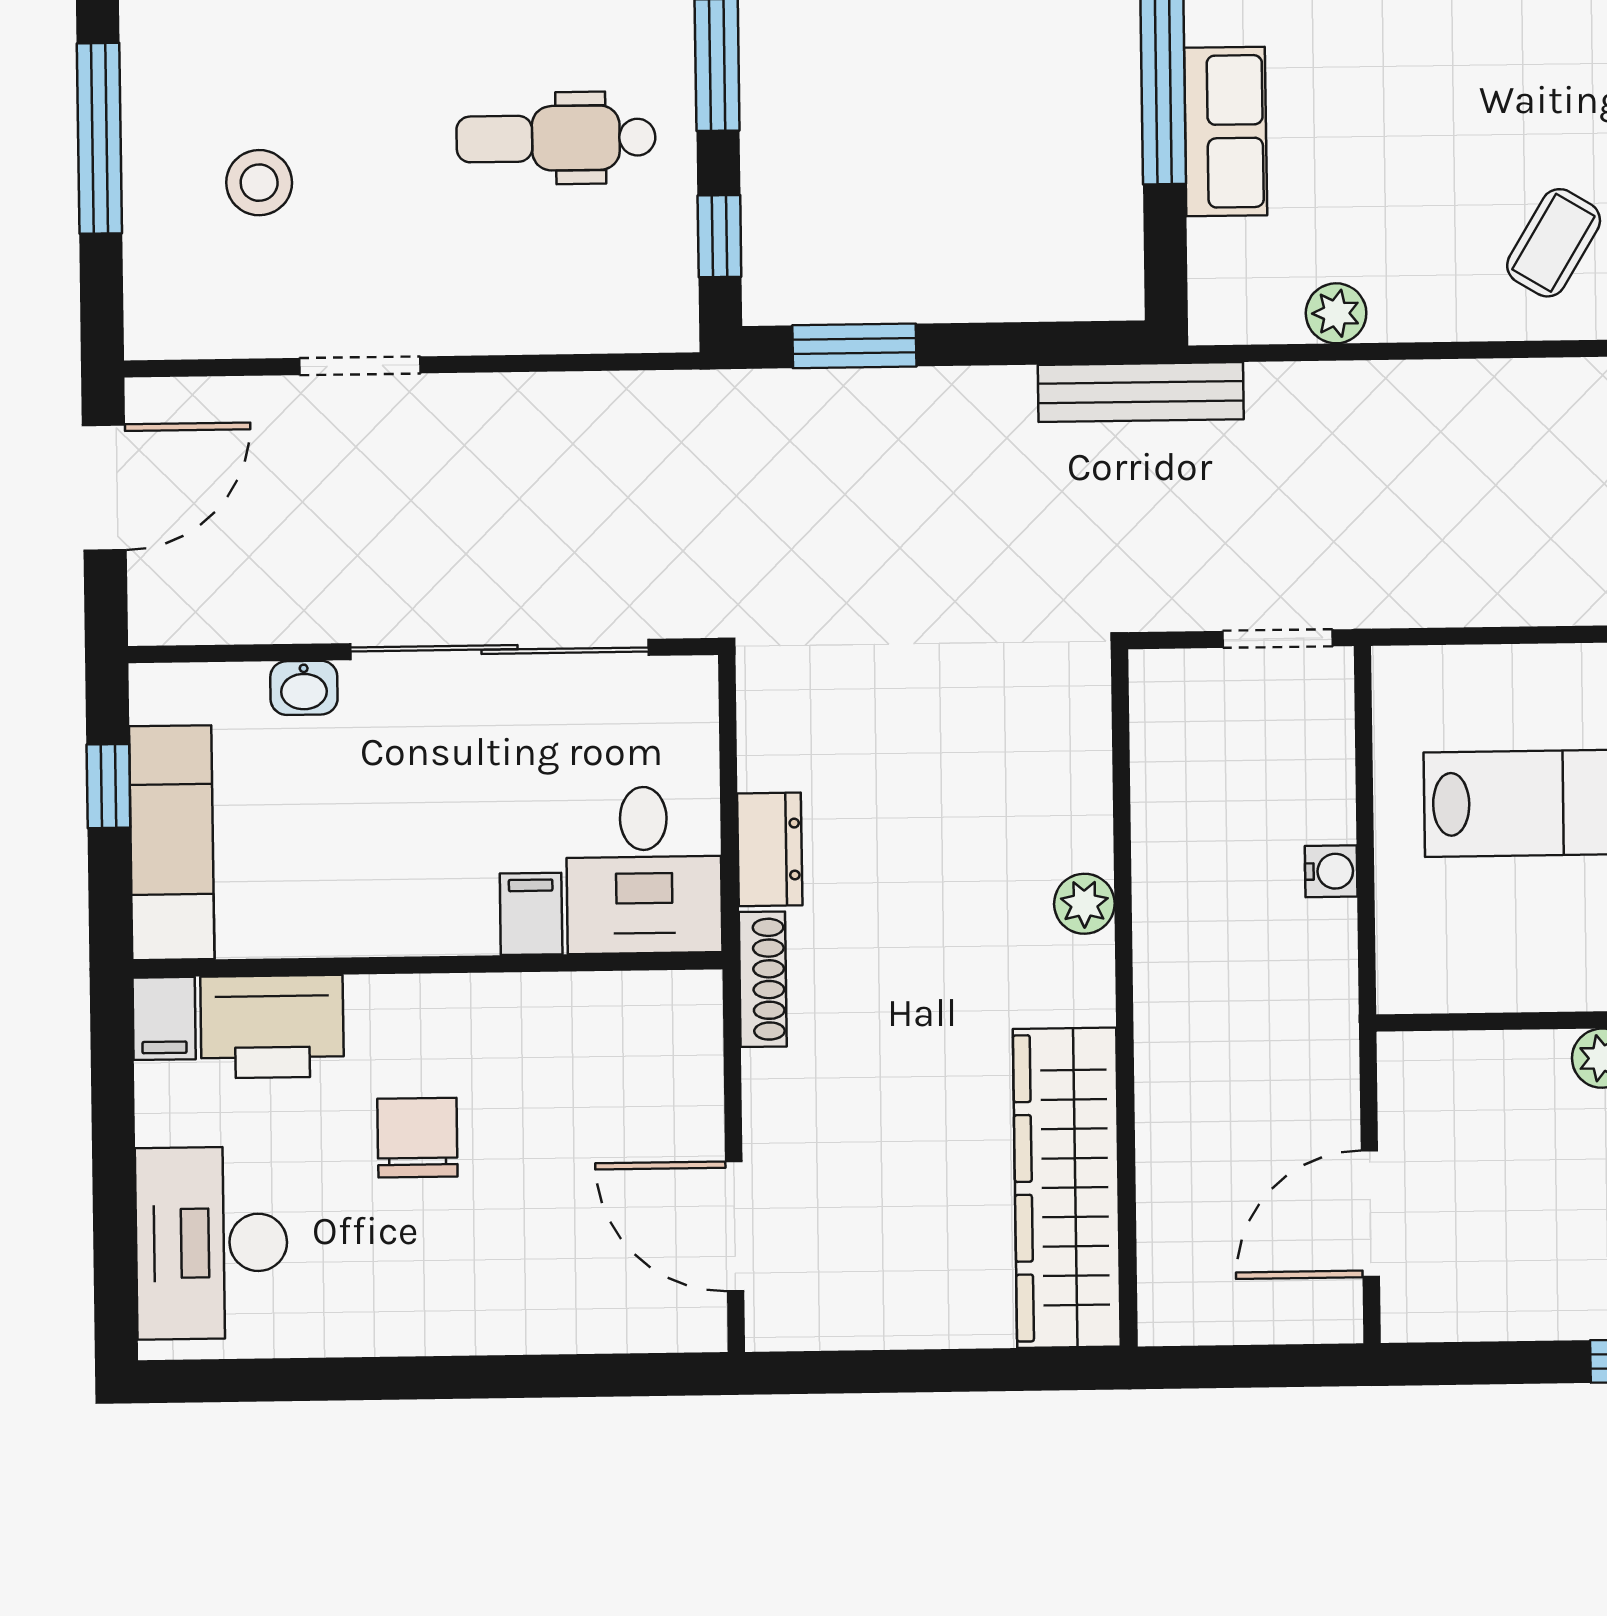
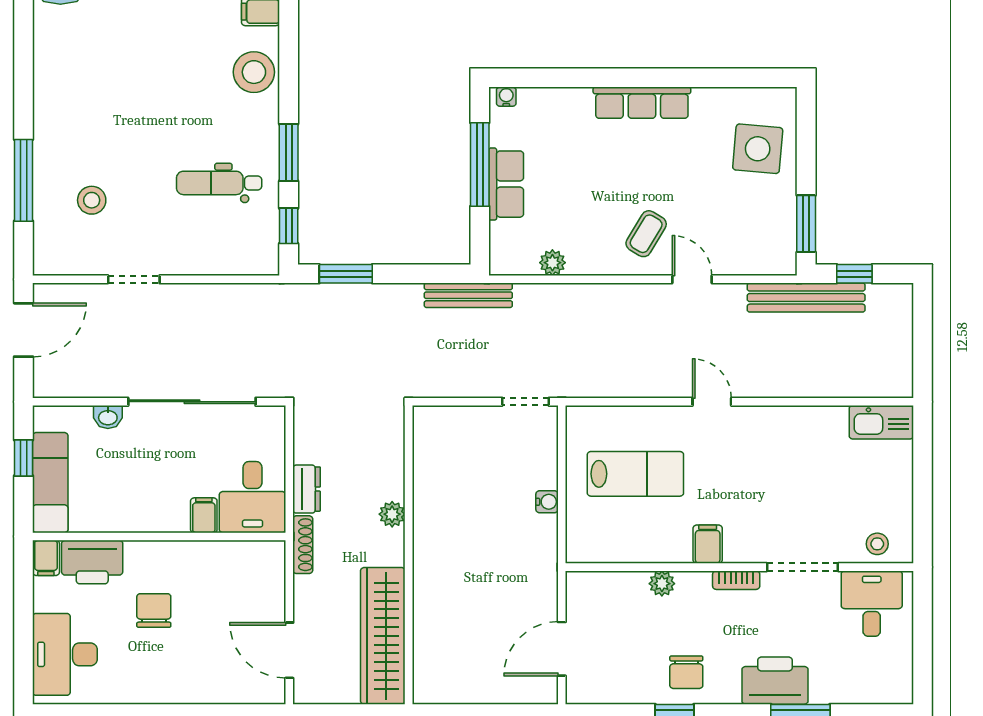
plant: (1084, 904) -> (392, 514), moved
wall: (1124, 998) -> (409, 555), moved
wardrobe: (1067, 1188) -> (383, 636), moved

